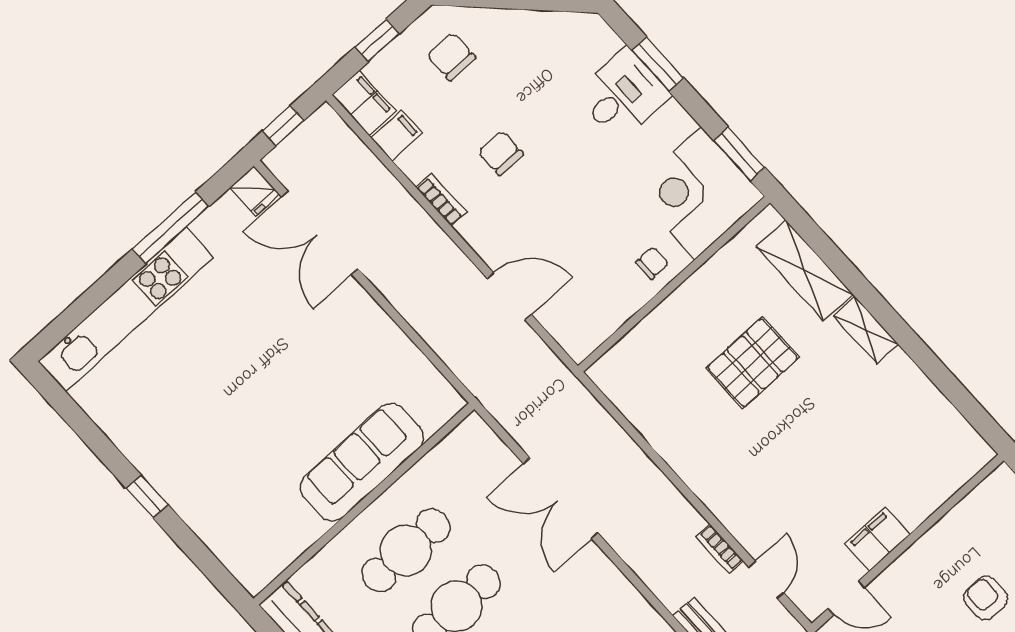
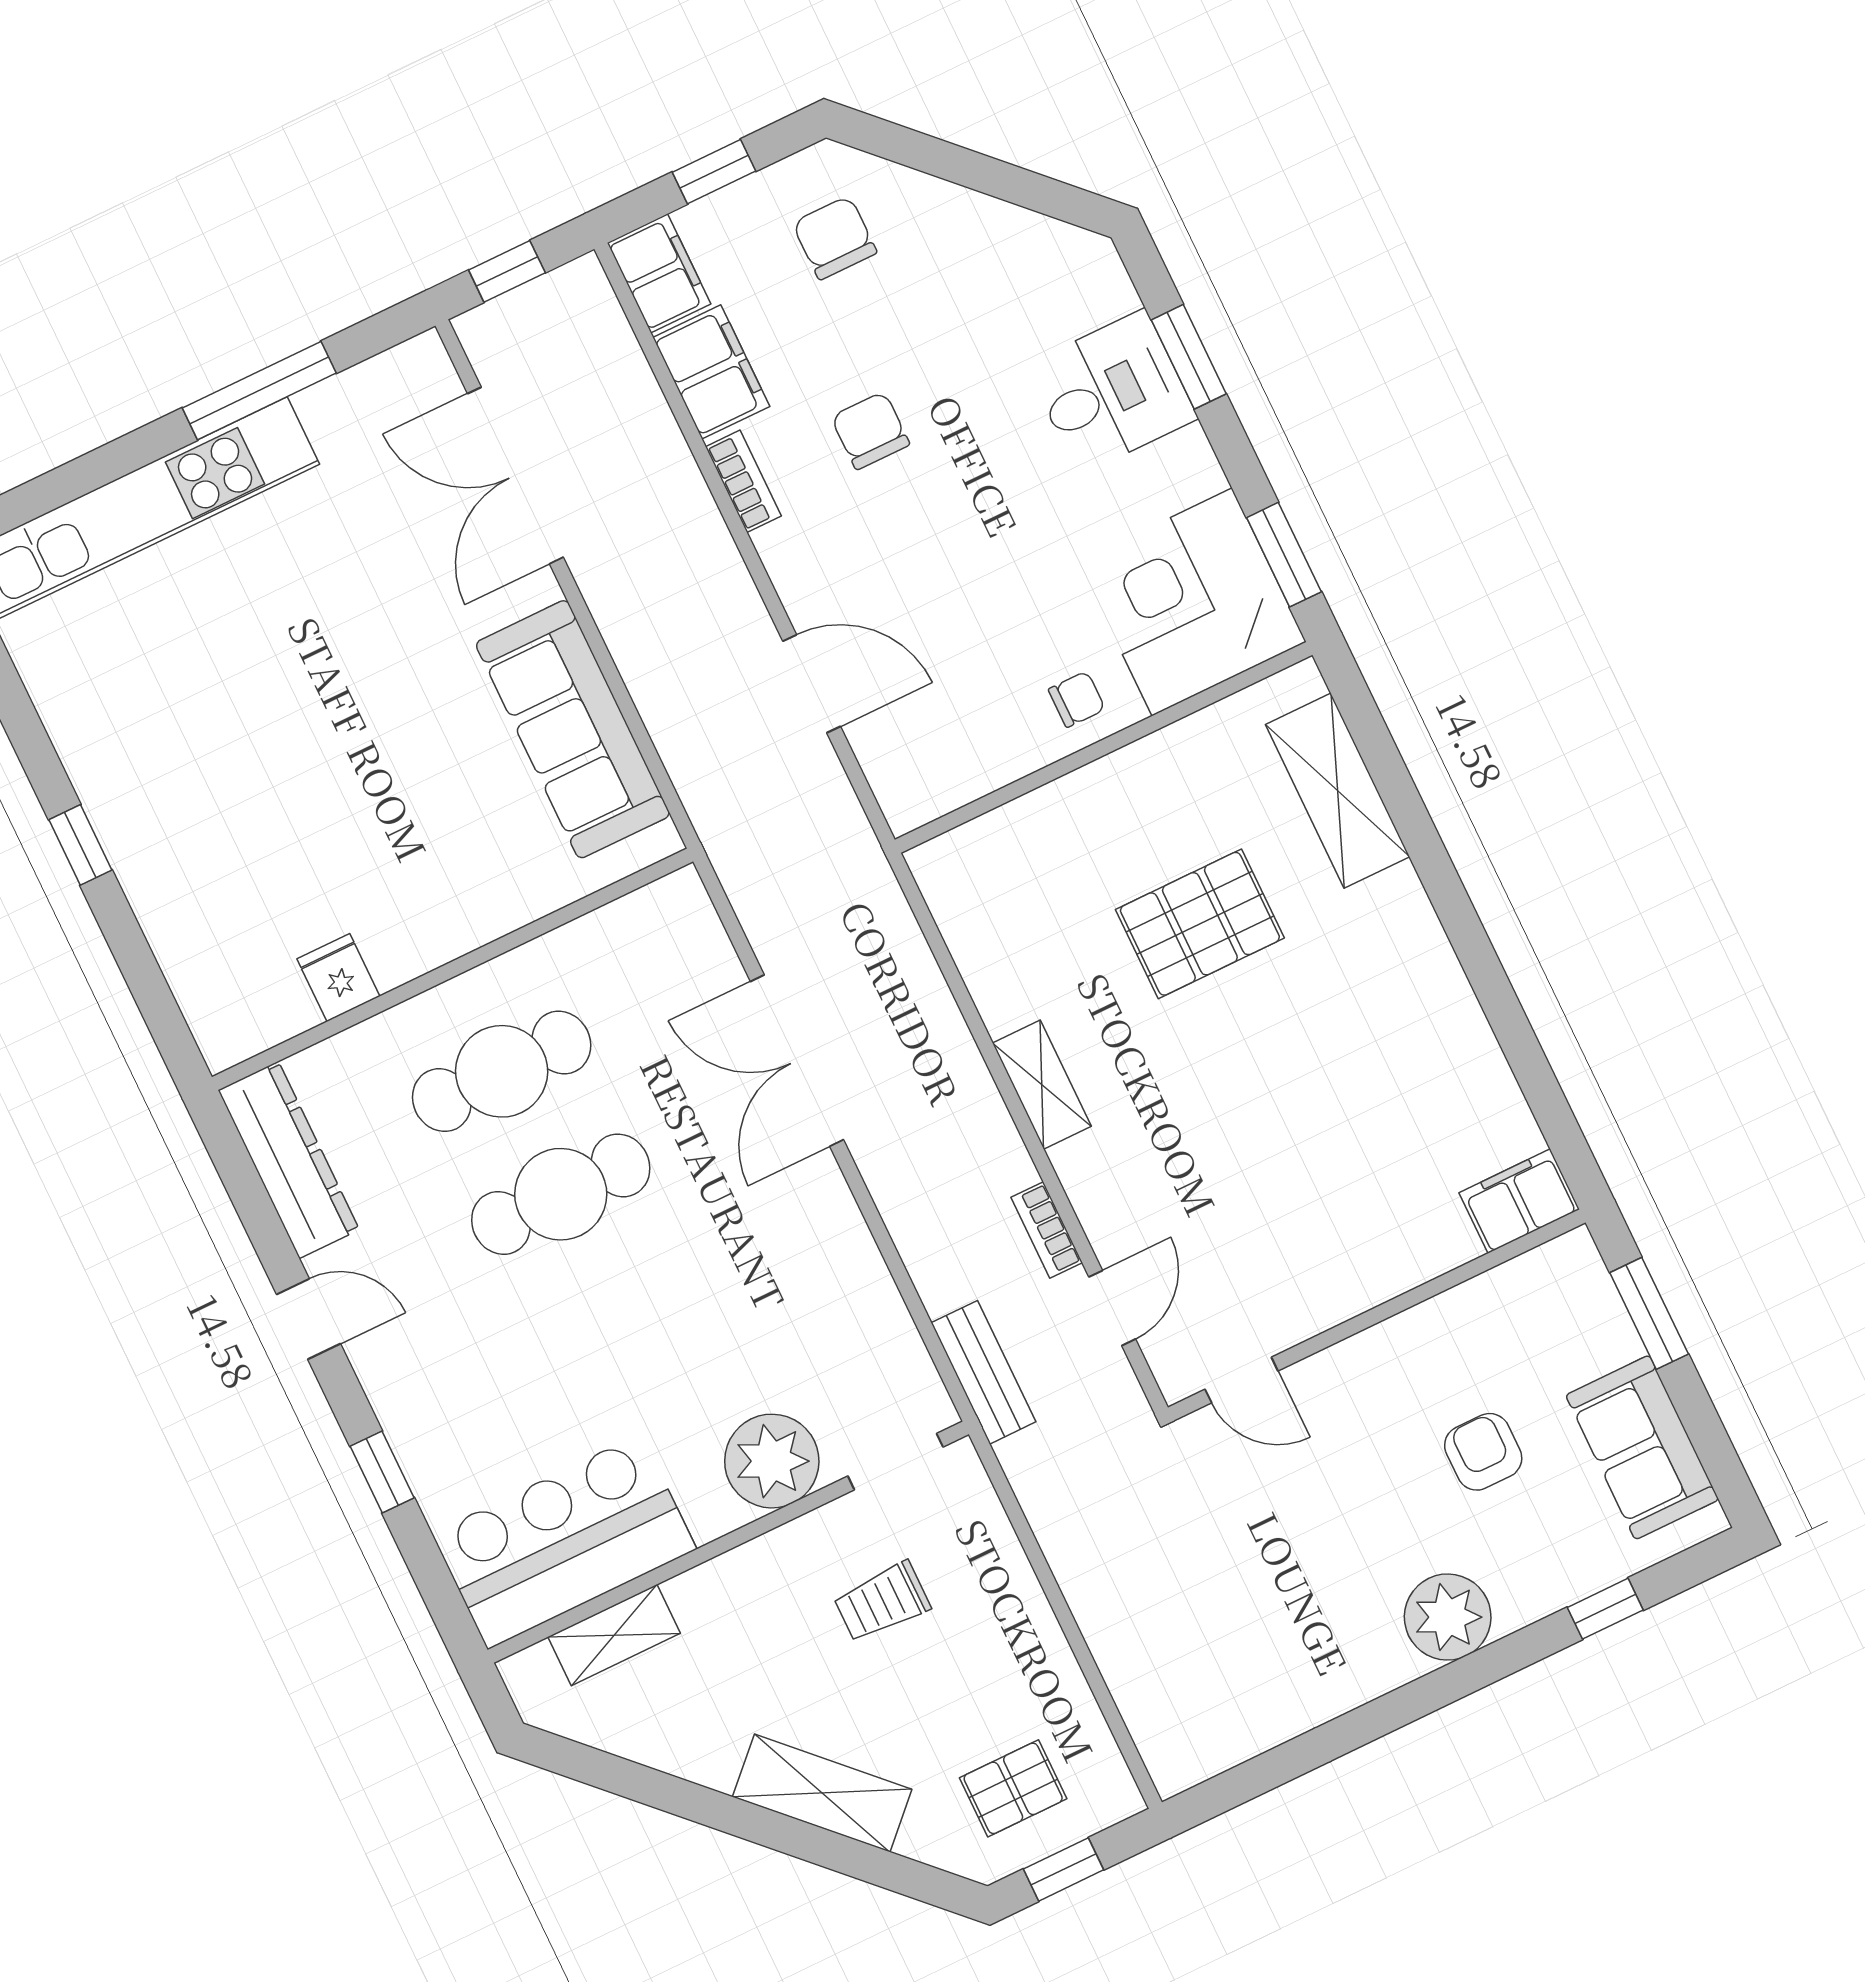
filing cabinet: (397, 135) -> (711, 372), width x2.00
fridge: (255, 191) -> (338, 978), moved, turned 180
shelving: (866, 330) -> (1042, 1085), moved
sofa: (362, 462) -> (573, 729), moved, turned -90
filing cabinet: (877, 539) -> (1519, 1201), moved

